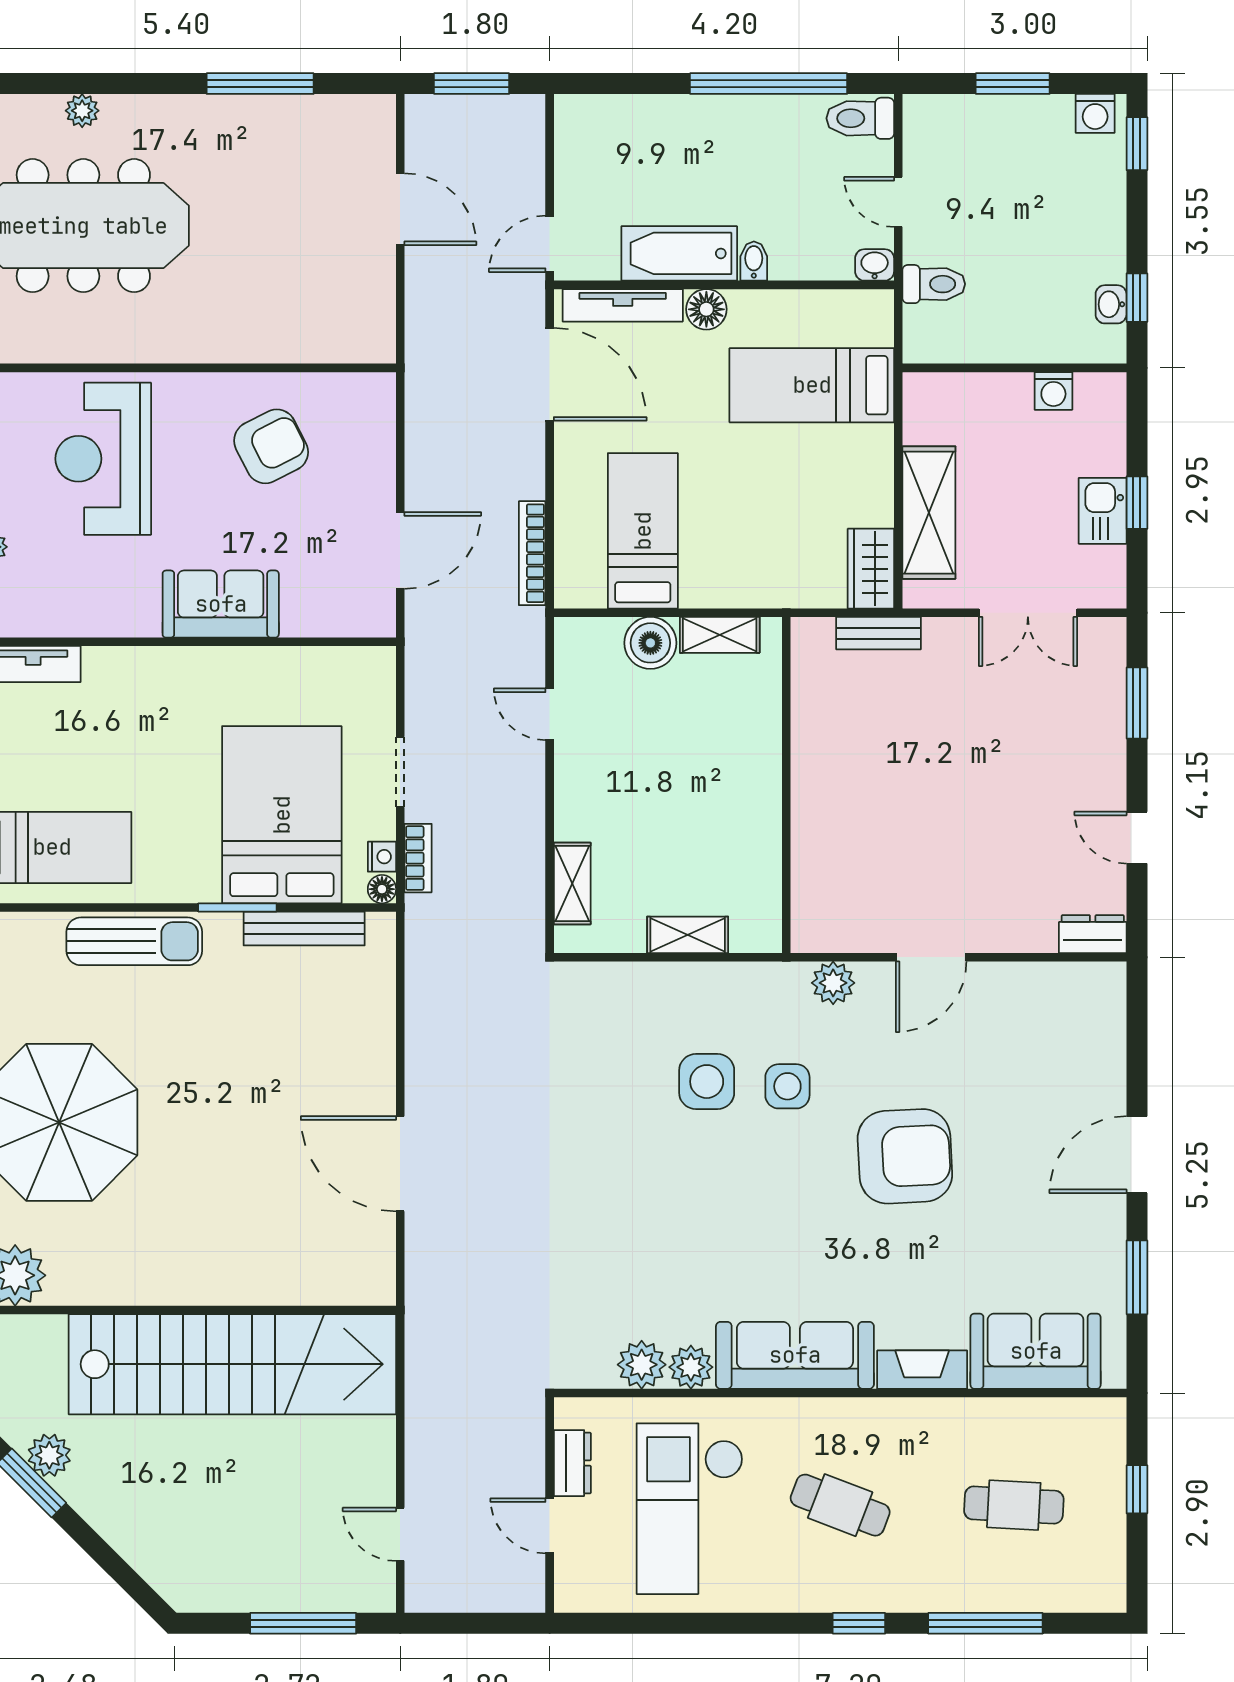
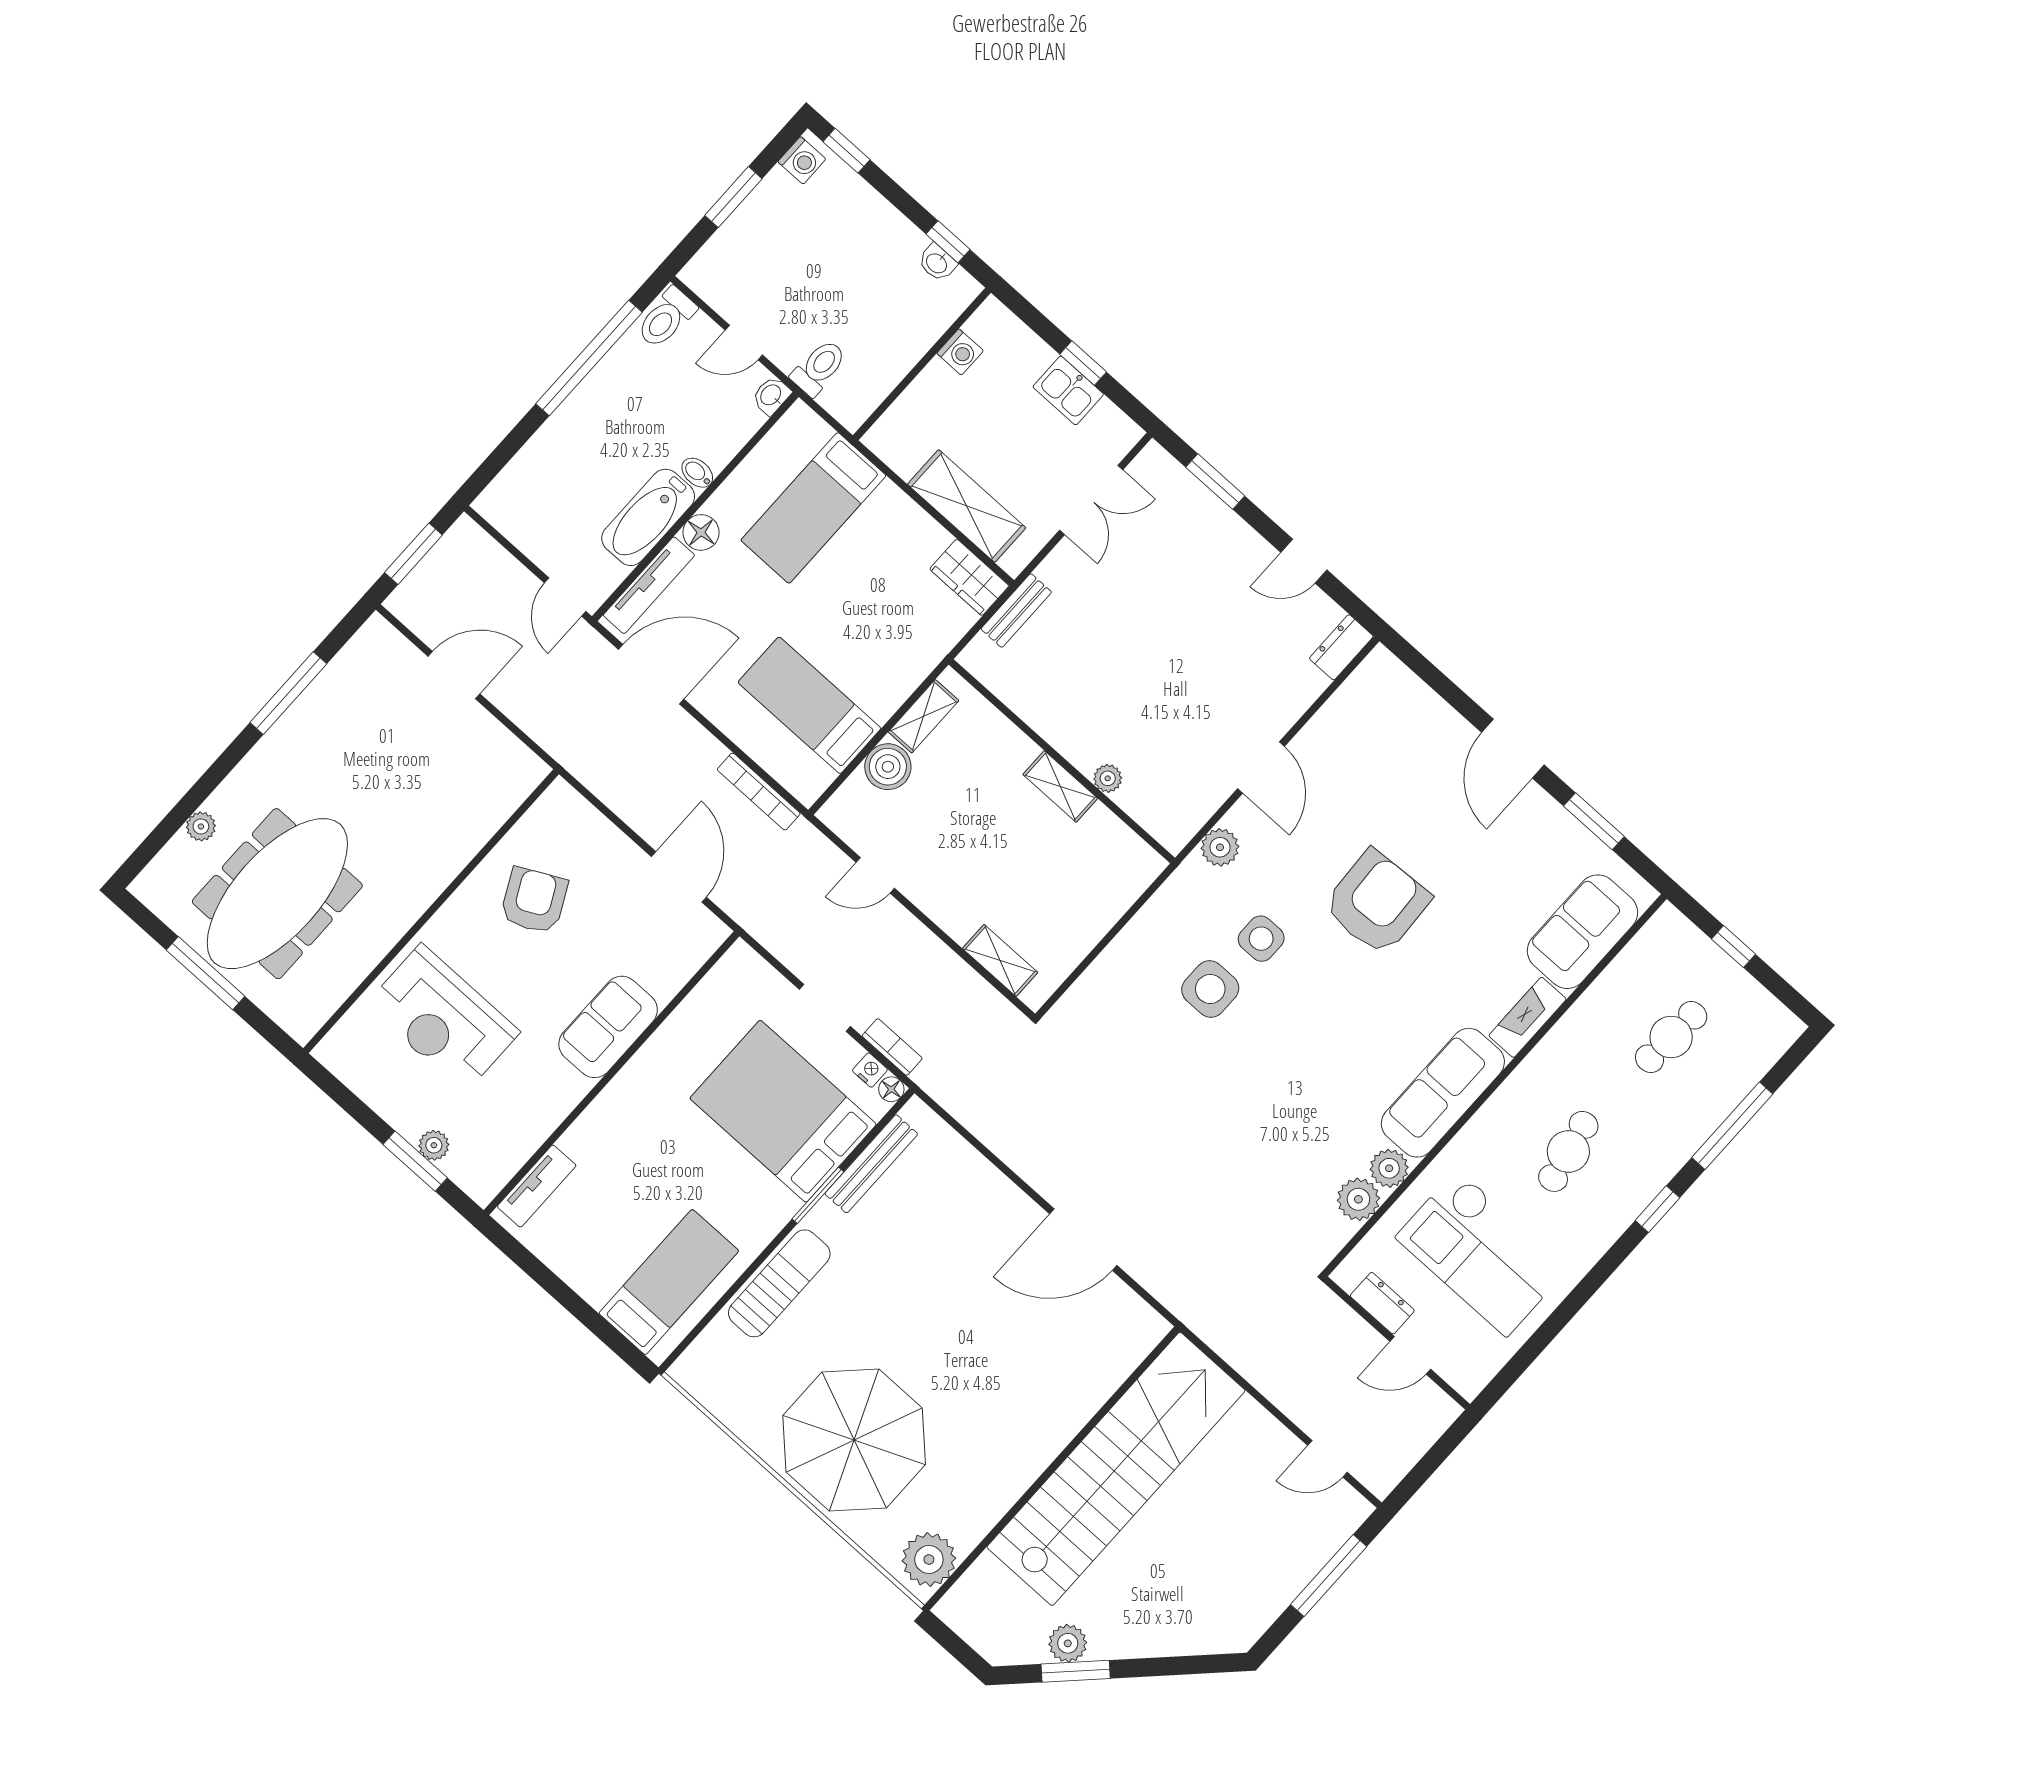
plant: (806, 837) -> (1108, 778), added
shelving: (688, 935) -> (1060, 786), moved, turned 90
cafe table: (840, 1505) -> (1568, 1151), turned -33

